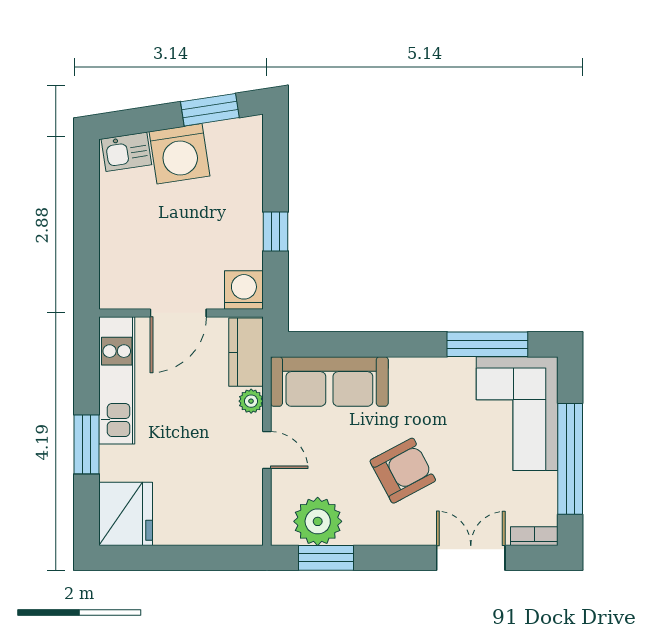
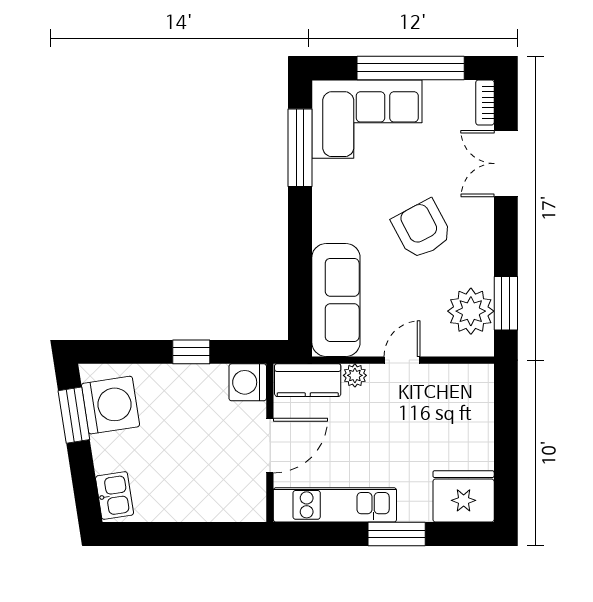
washing machine: (180, 154) -> (110, 405), moved
door: (178, 313) -> (270, 446), hinge flipped

